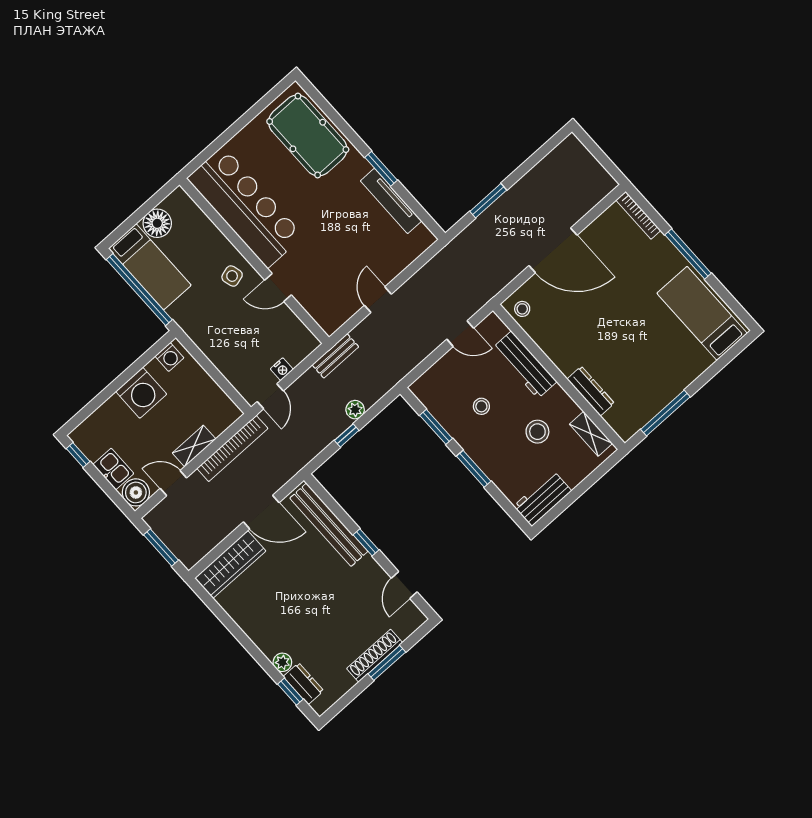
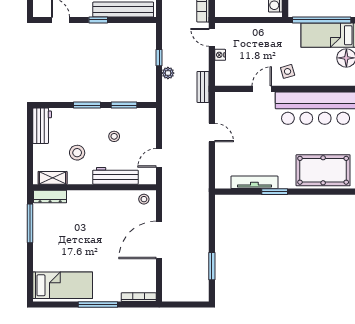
window: (488, 201) -> (212, 266), moved
dresser: (591, 391) -> (50, 197), moved

